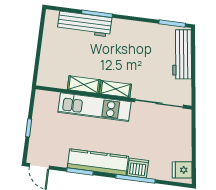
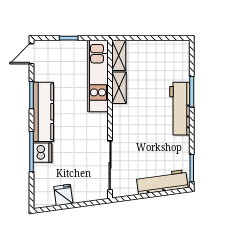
workbench: (85, 24) -> (180, 109), moved
shelving: (116, 89) -> (119, 55), moved
kitchen unit: (95, 107) -> (98, 76), moved
fridge: (182, 170) -> (63, 195), moved

